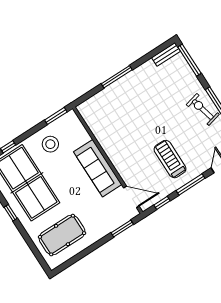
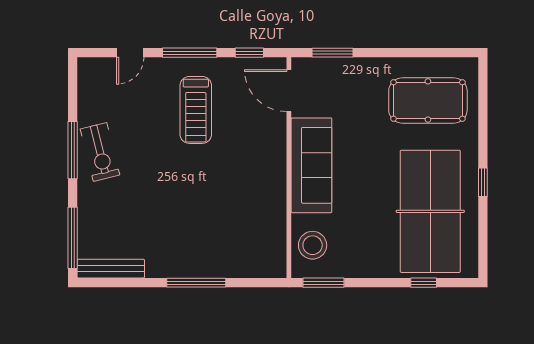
bench: (166, 54) -> (111, 269), width x1.36
stool: (50, 144) -> (313, 245), moved

